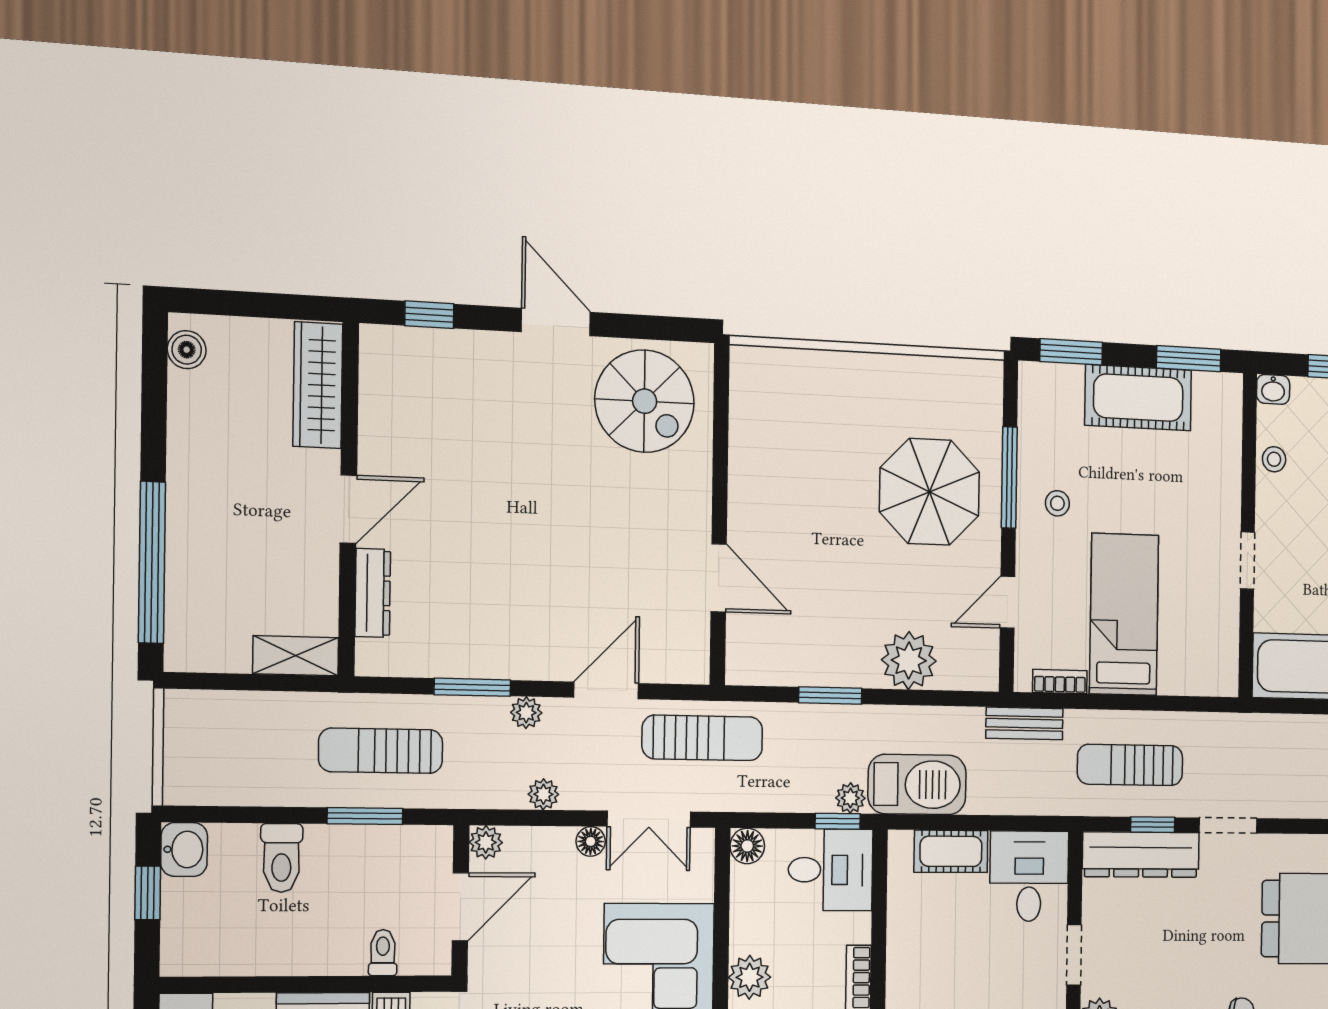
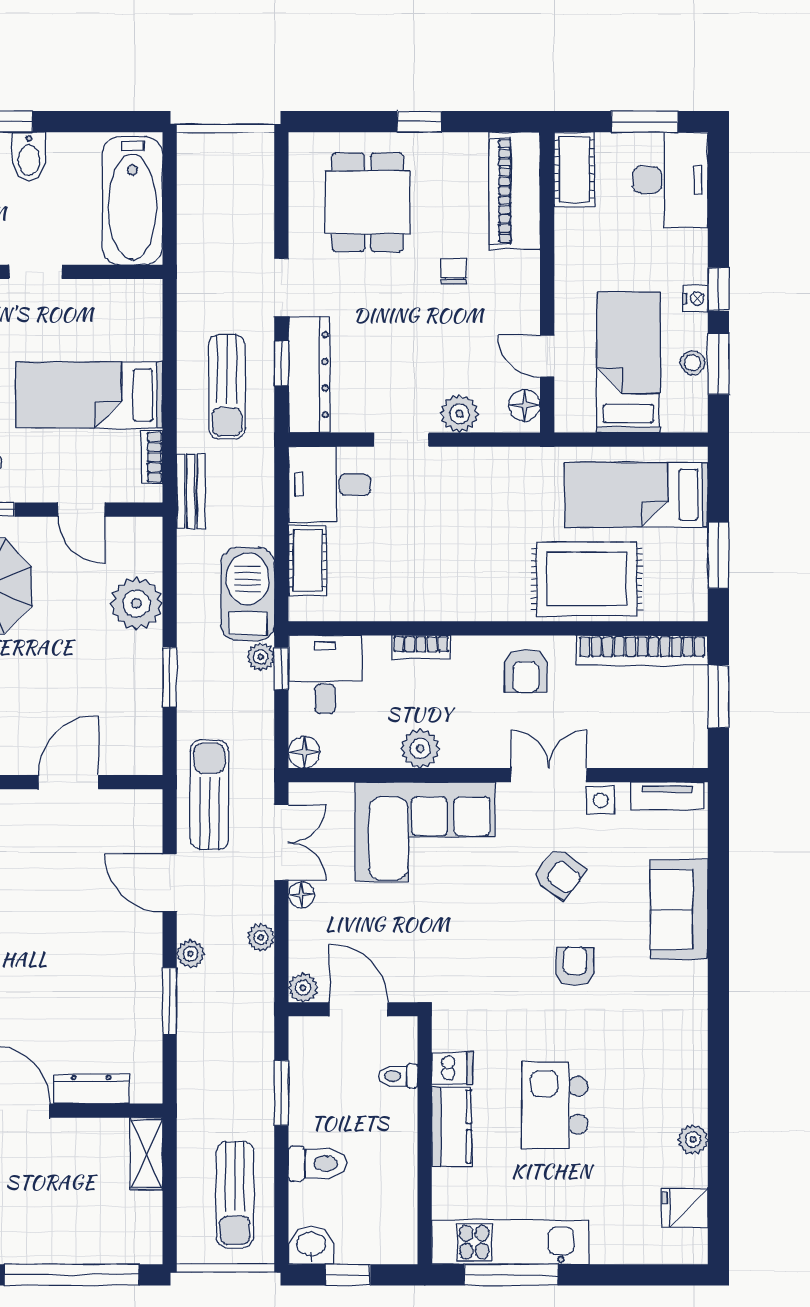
sun lounger: (381, 751) -> (235, 1195), moved

